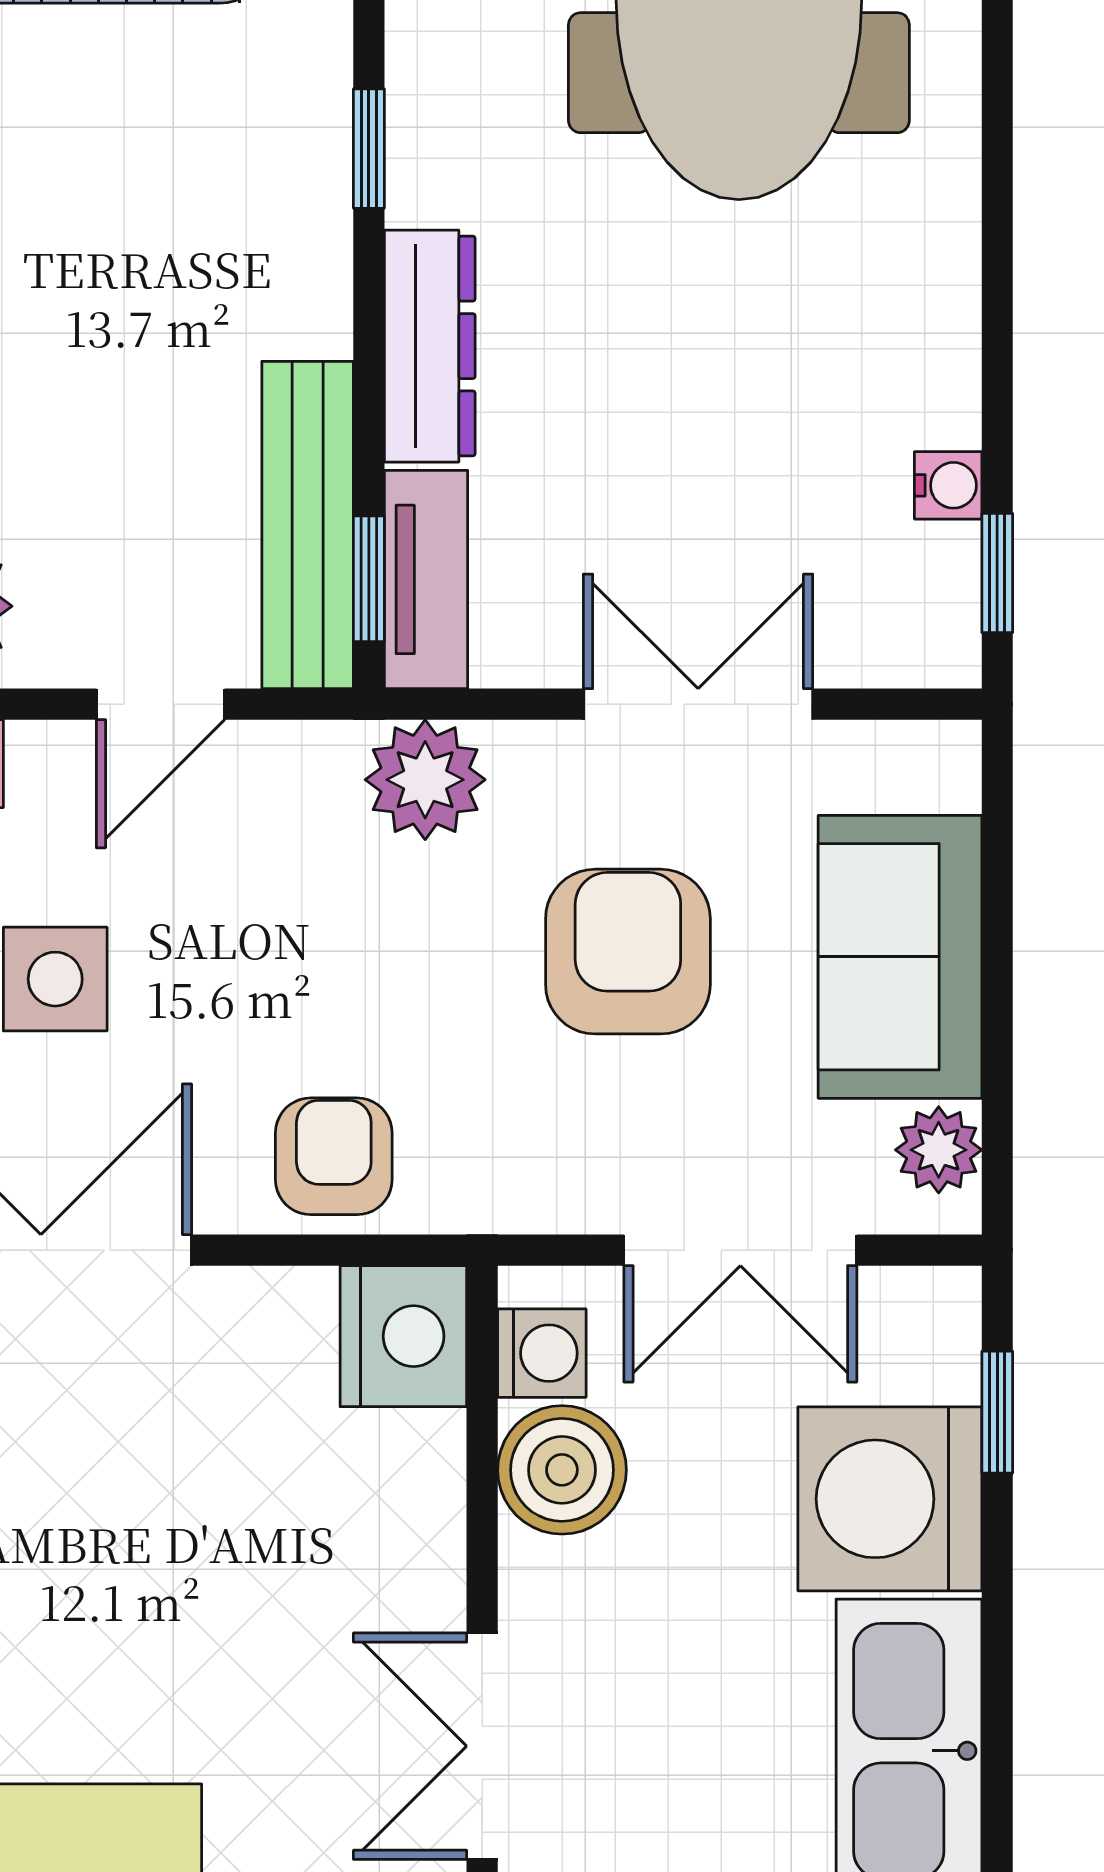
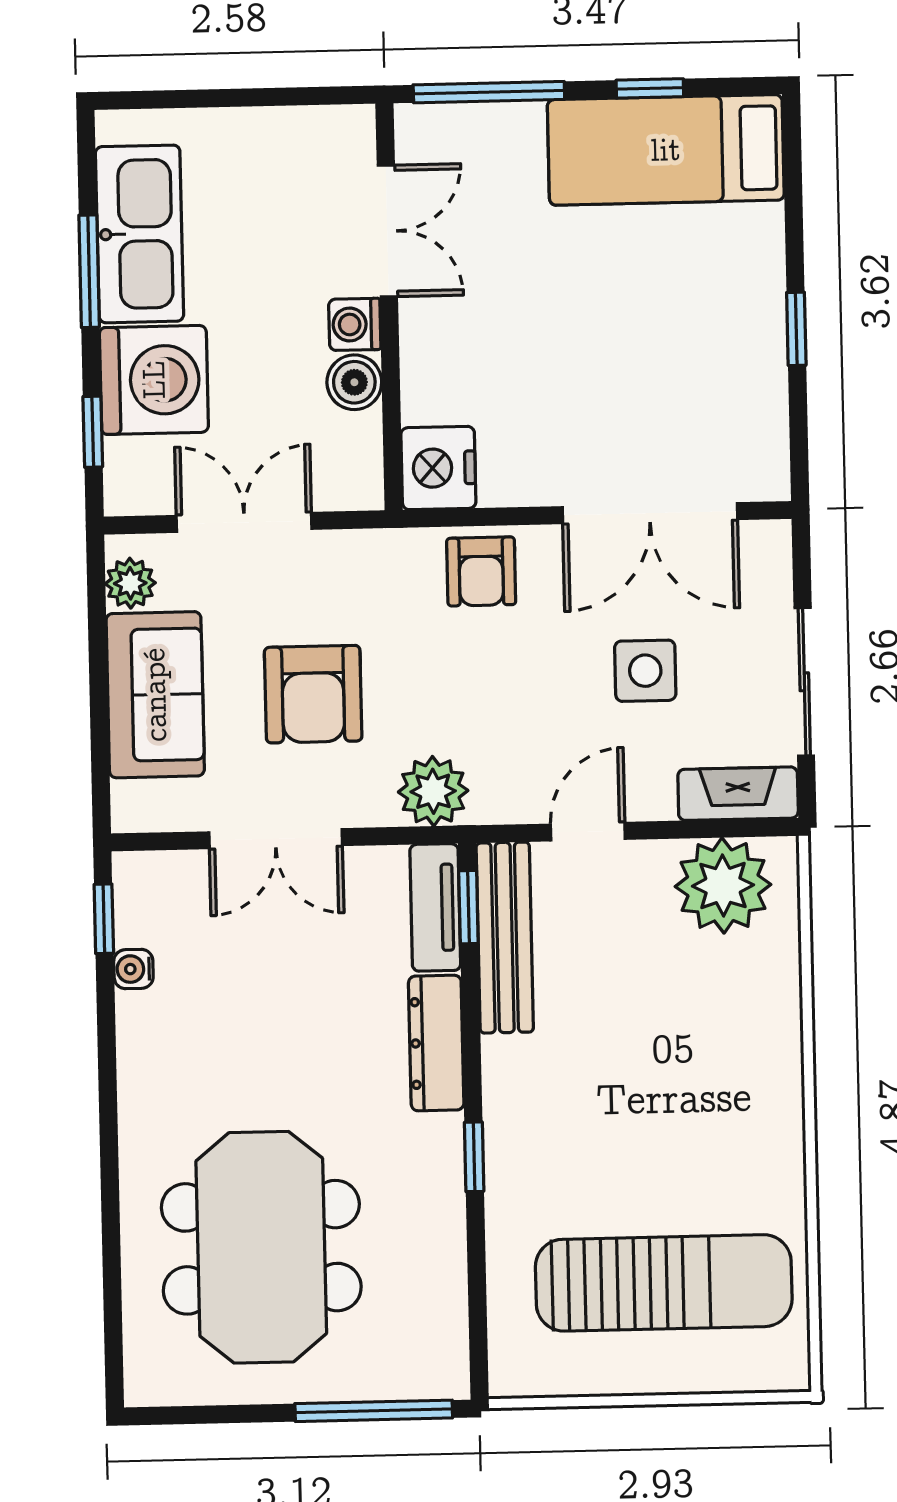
washing machine: (542, 1353) -> (355, 324), moved
boiler: (562, 1470) -> (354, 382), width x0.73, depth x0.73
window: (997, 1688) -> (89, 271), added

